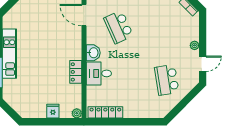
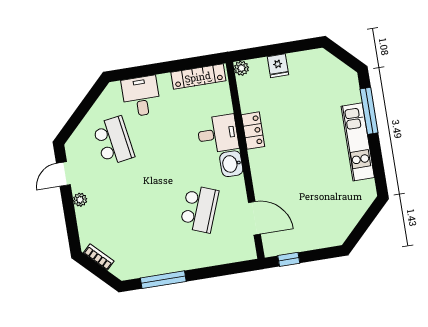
school desk: (119, 27) -> (199, 209), turned 45
desk: (144, 106) -> (141, 96), added

